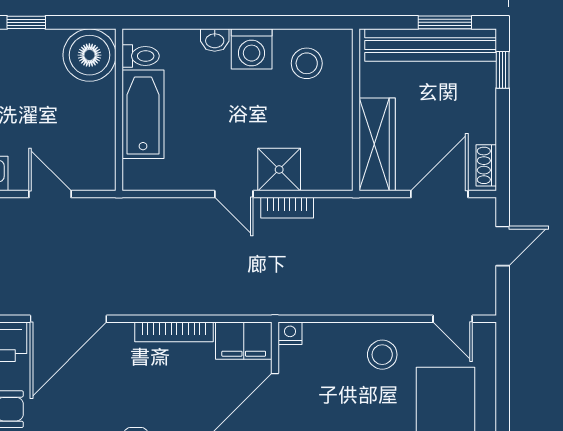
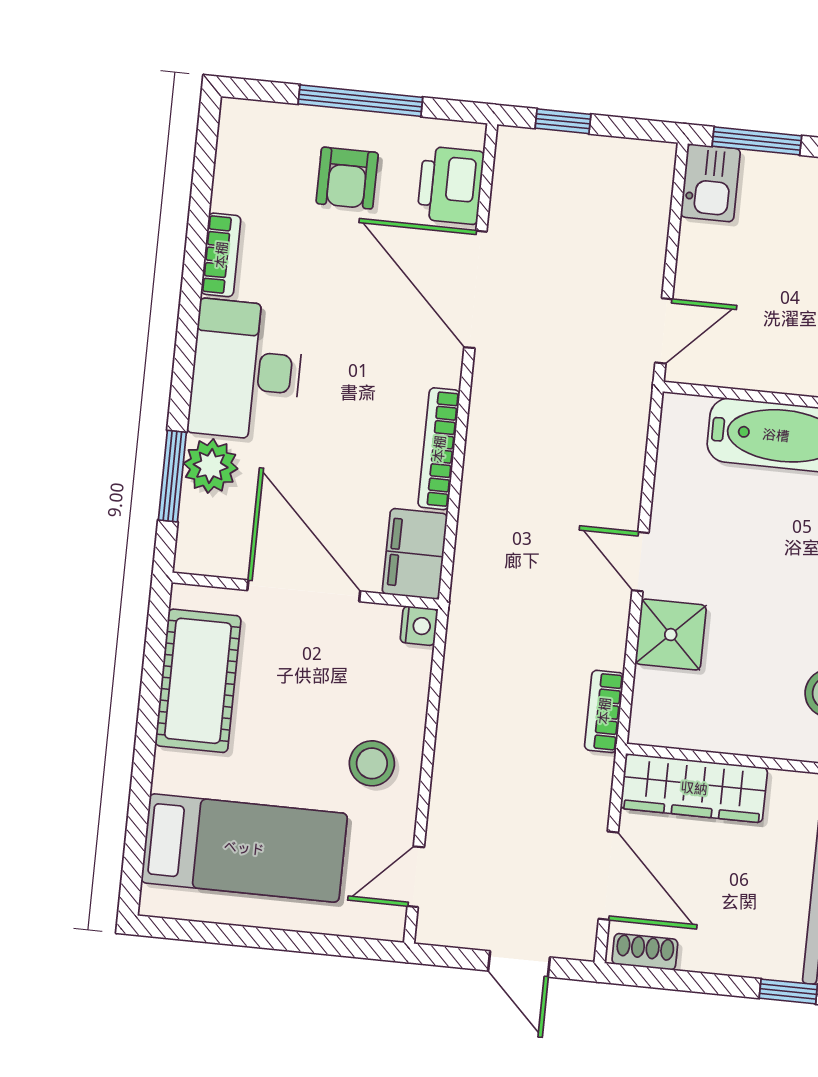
door: (50, 194) -> (664, 331), moved
door: (234, 194) -> (640, 562), hinge flipped
bookcase: (287, 208) -> (604, 711), moved

